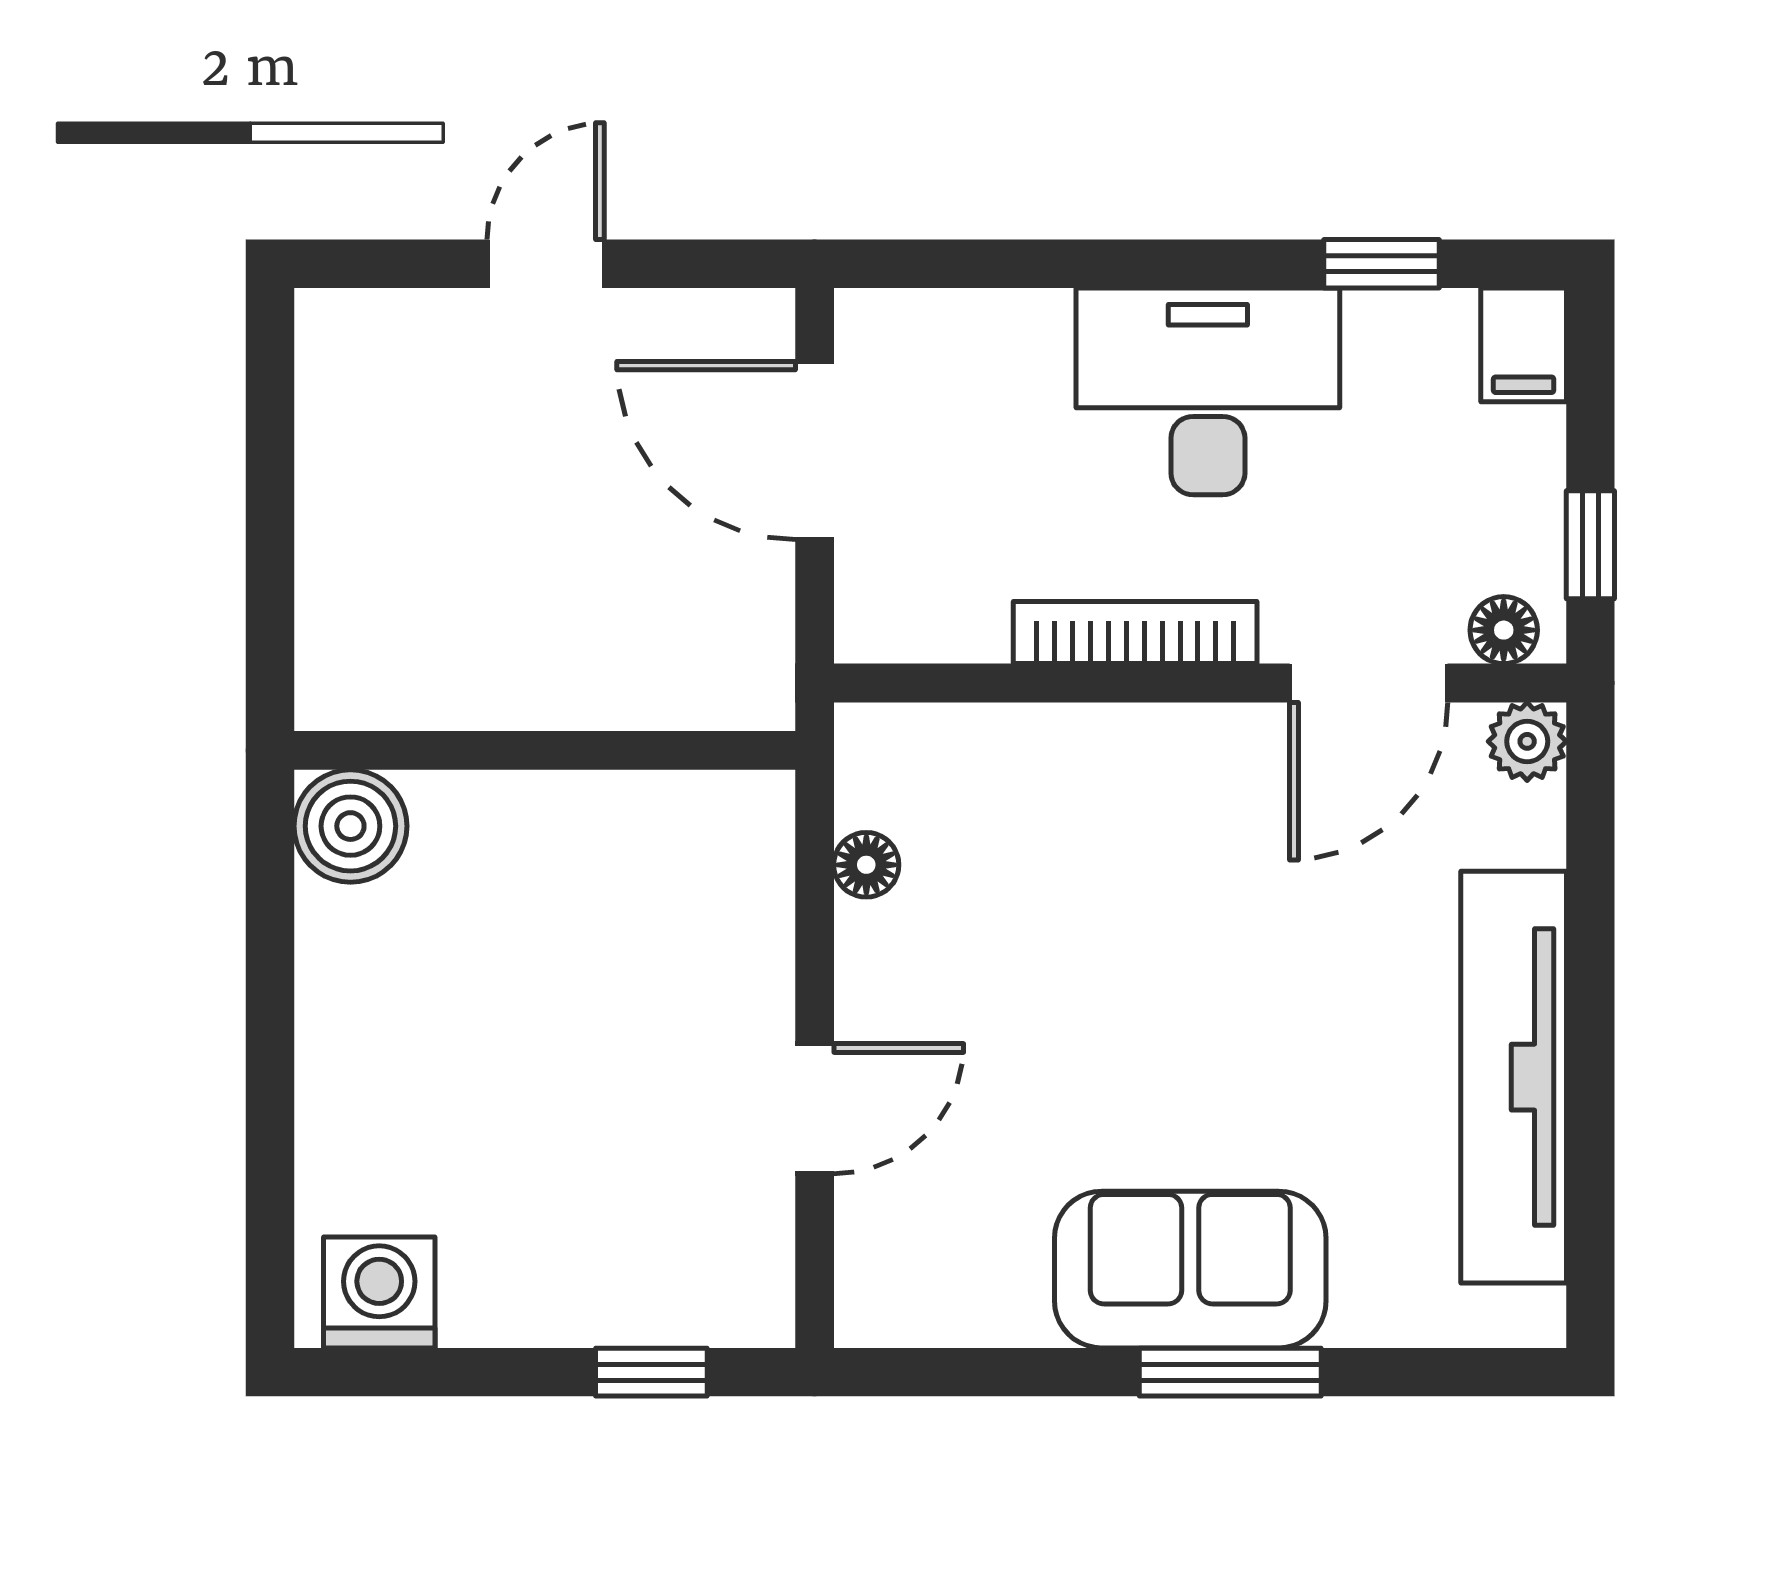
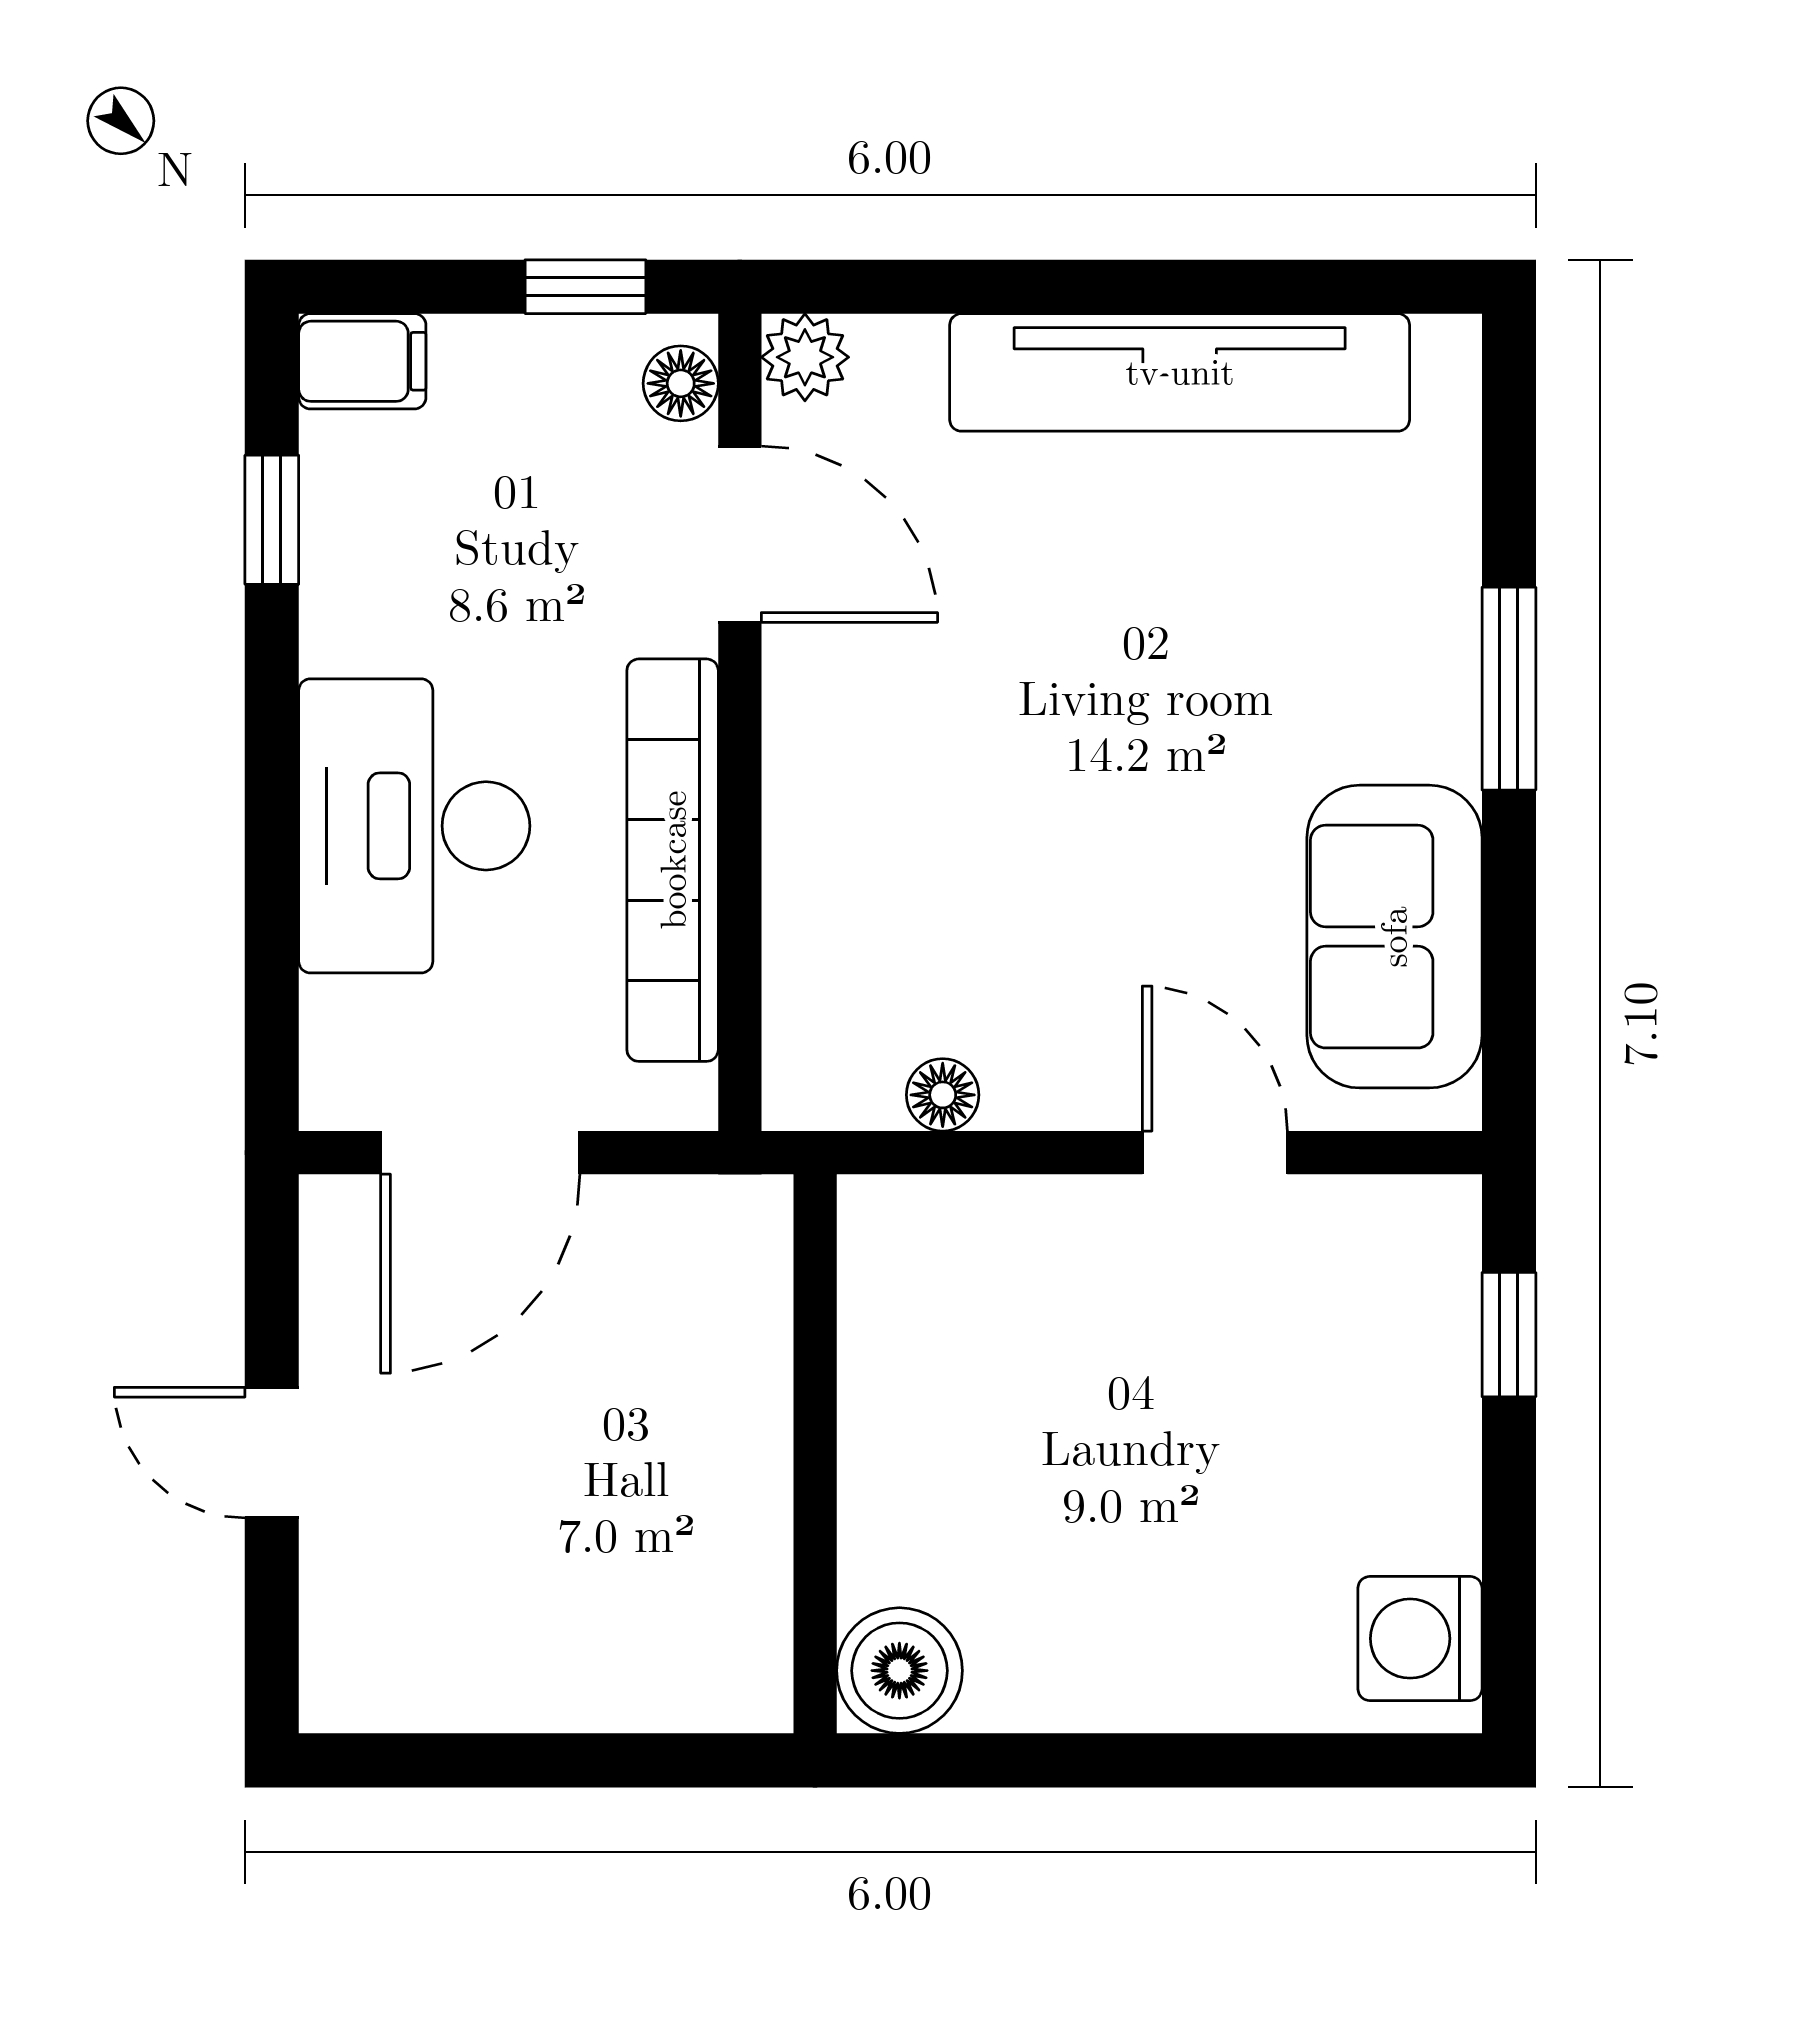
desk: (1208, 391) -> (414, 826), moved
bookcase: (1135, 633) -> (673, 860), width x1.48, depth x1.31
sofa: (1190, 1270) -> (1394, 937), moved

